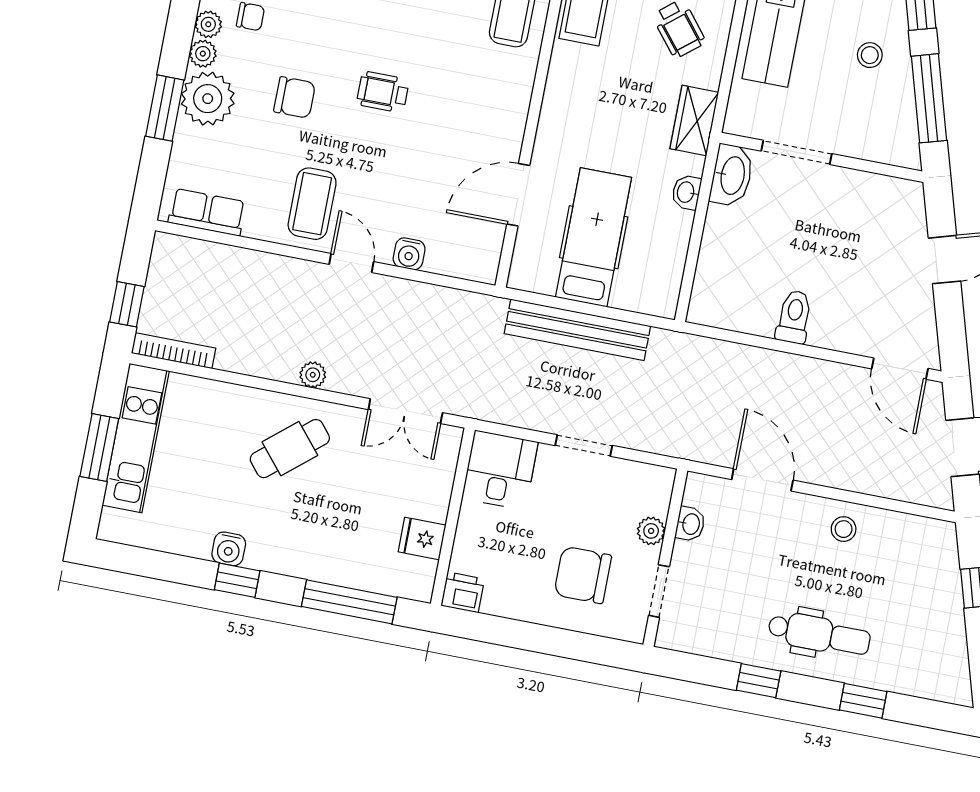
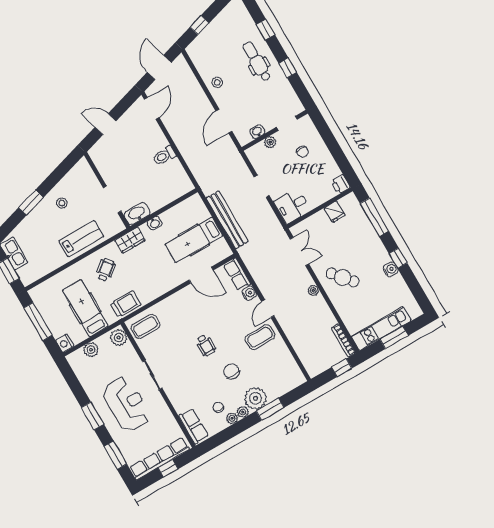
window: (929, 98) -> (59, 173), removed
row of seats: (207, 212) -> (237, 274), moved
chair: (583, 575) -> (302, 151), width x0.54, depth x0.54

